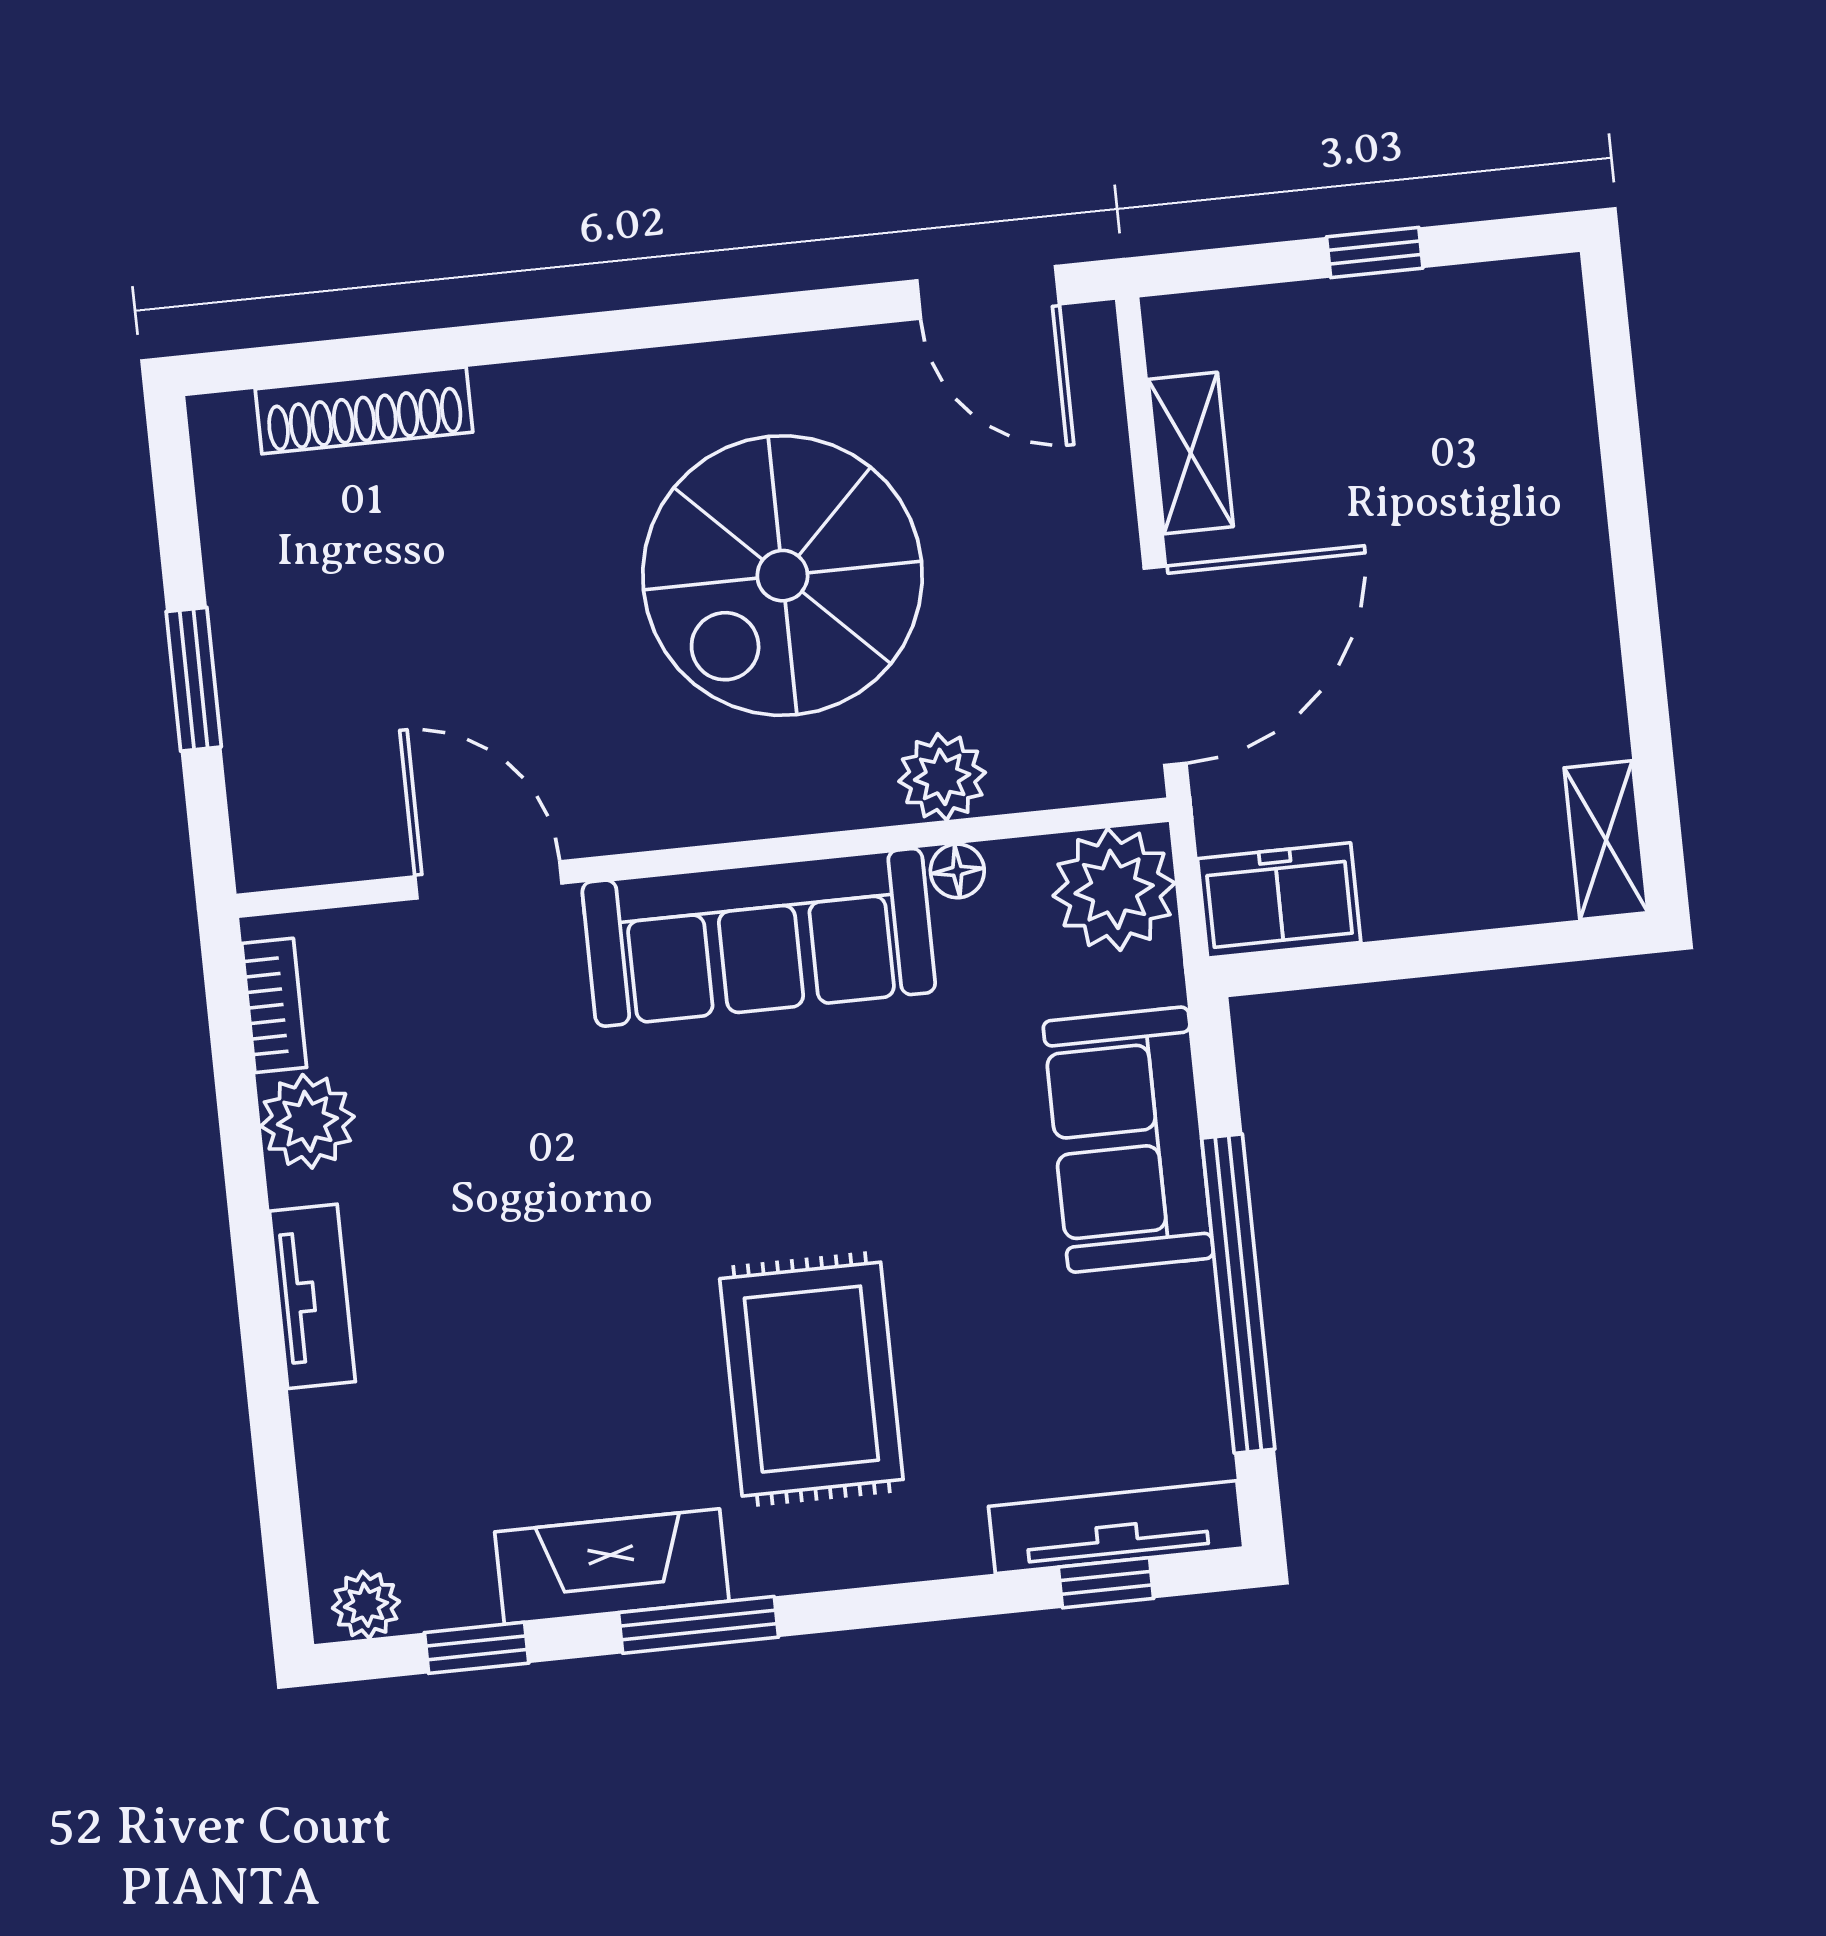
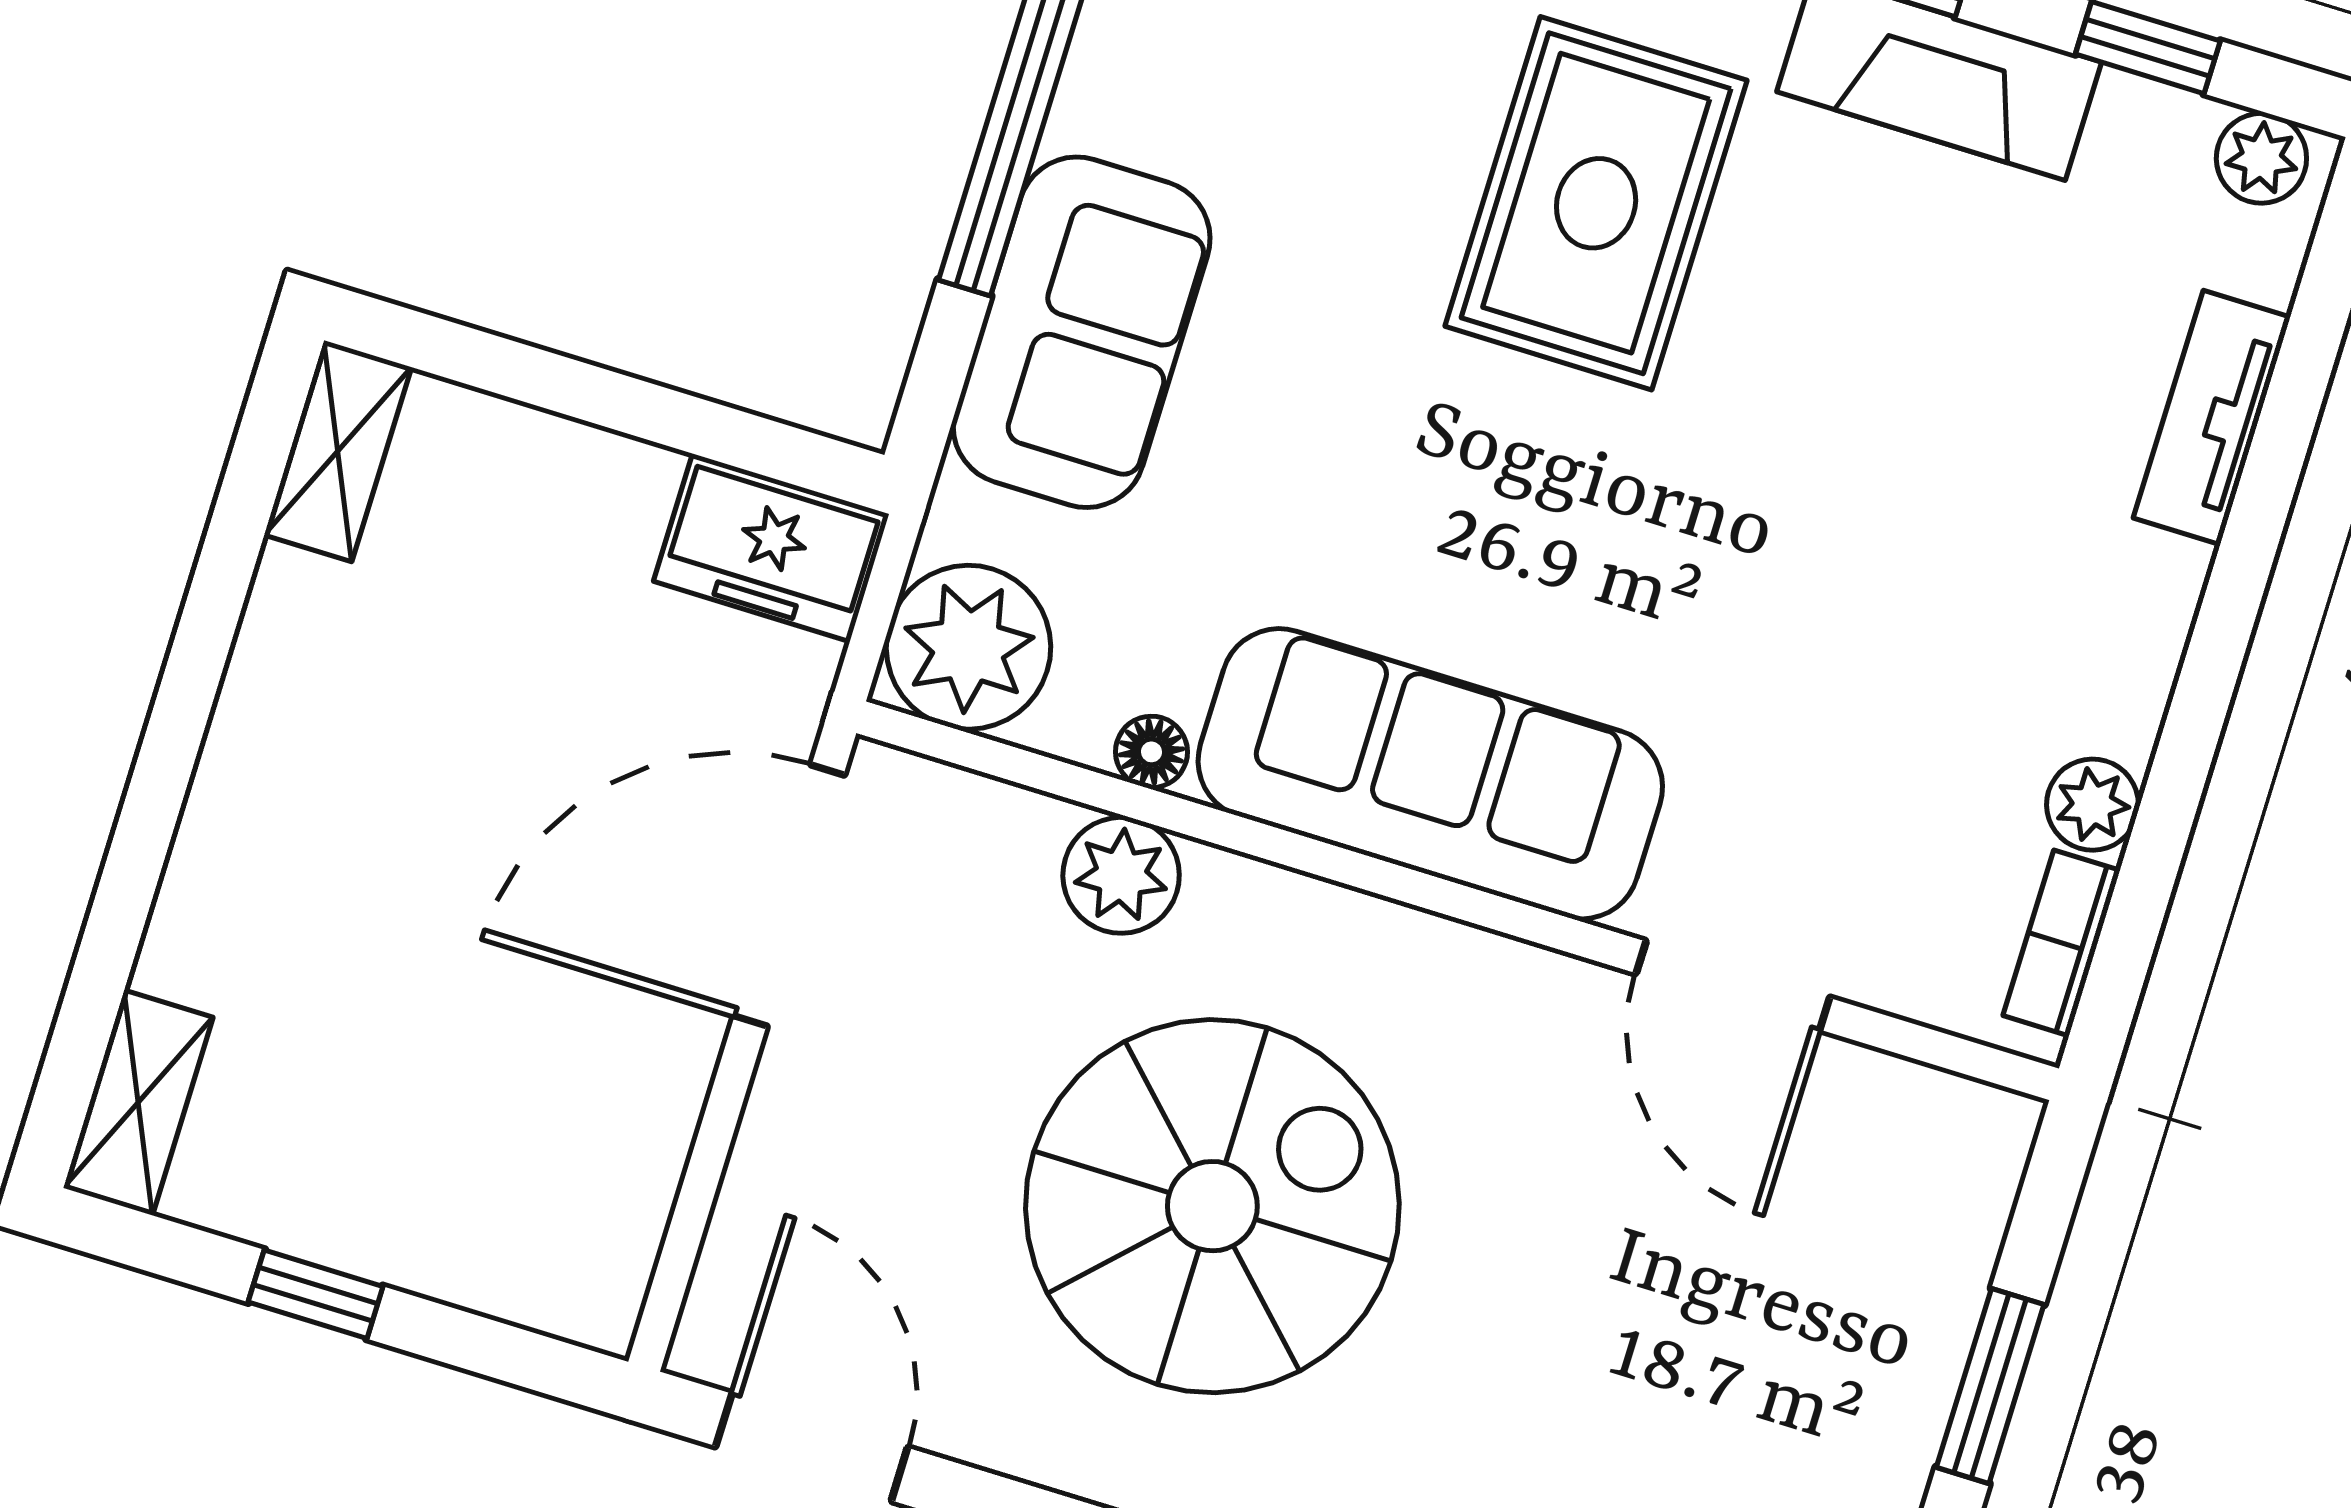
shelving: (1191, 453) -> (138, 1103), moved
plant: (307, 1121) -> (2092, 805), width x0.73, depth x0.73
tv unit: (312, 1296) -> (2212, 418), moved

